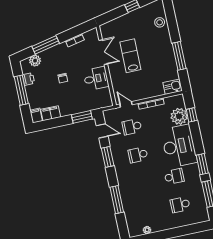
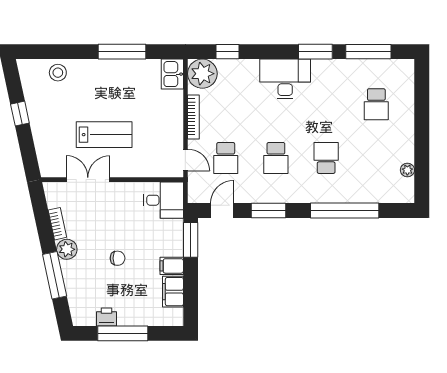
lab bench: (130, 56) -> (104, 135), turned 180
plant: (35, 61) -> (67, 249), moved
desk: (96, 78) -> (164, 200), moved, turned 90
door: (126, 104) -> (185, 160), swing flipped
filing cabinet: (36, 116) -> (172, 266), moved
plant: (179, 116) -> (202, 74), moved
desk: (179, 146) -> (285, 79), width x0.73, depth x0.77
school desk: (174, 177) -> (326, 158), moved
window: (117, 200) -> (345, 210), width x1.46

